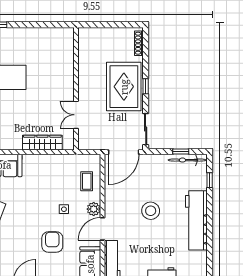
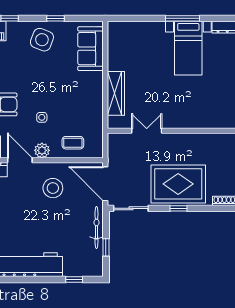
bicycle: (187, 160) -> (96, 228), moved
stool: (151, 211) -> (53, 188), moved

